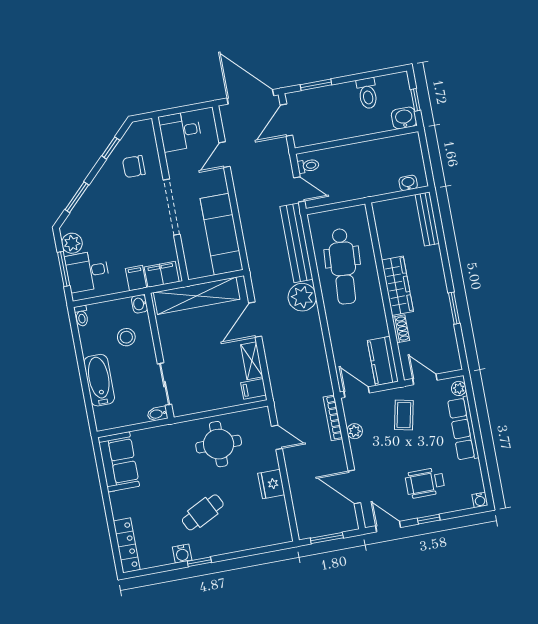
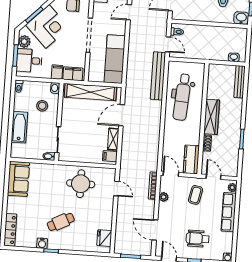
corner desk: (102, 210) -> (47, 26), added
plant: (302, 297) -> (153, 109), removed
fridge: (271, 484) -> (104, 238), moved

